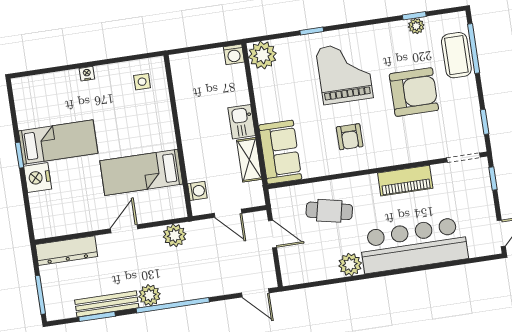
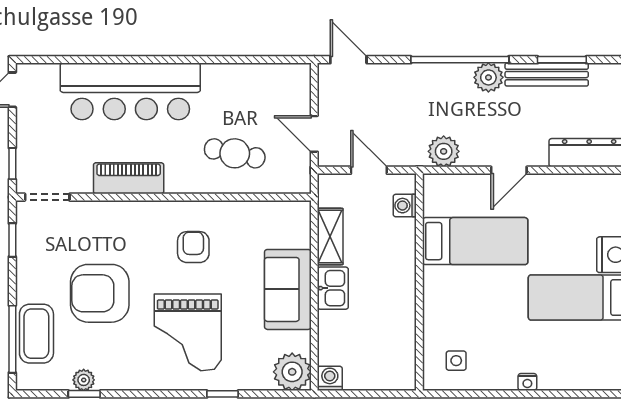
sofa: (280, 152) -> (288, 289), moved
plant: (350, 265) -> (218, 78), removed

